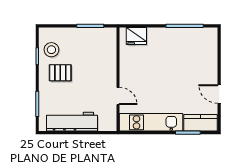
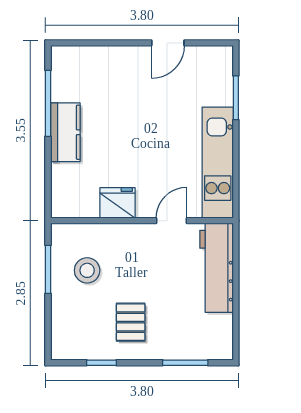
fridge: (136, 36) -> (118, 203), moved, turned -90
stool: (51, 50) -> (87, 270), moved
workbench: (72, 122) -> (217, 268), moved
kitchen counter: (201, 123) -> (65, 132), moved, turned 180

